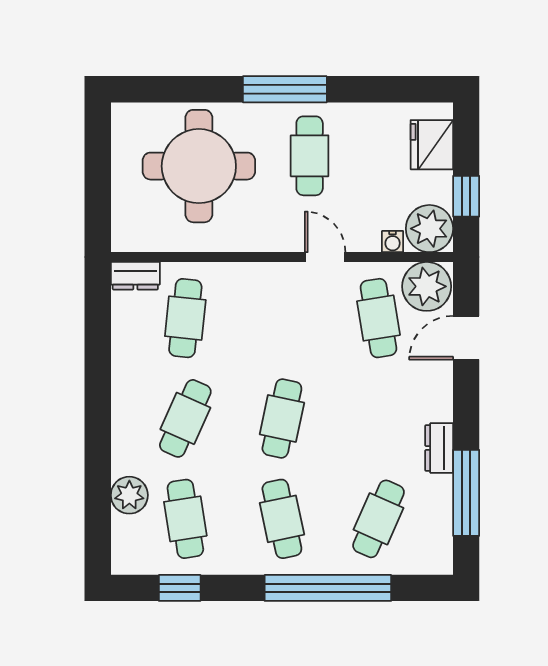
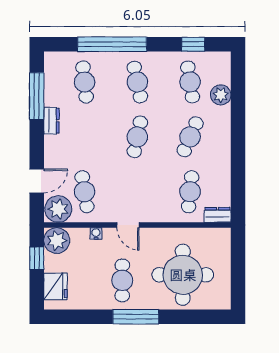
water cooler: (393, 242) -> (96, 234), moved
door: (325, 257) -> (128, 225), moved
cafe table: (378, 519) -> (85, 82), turned -30

